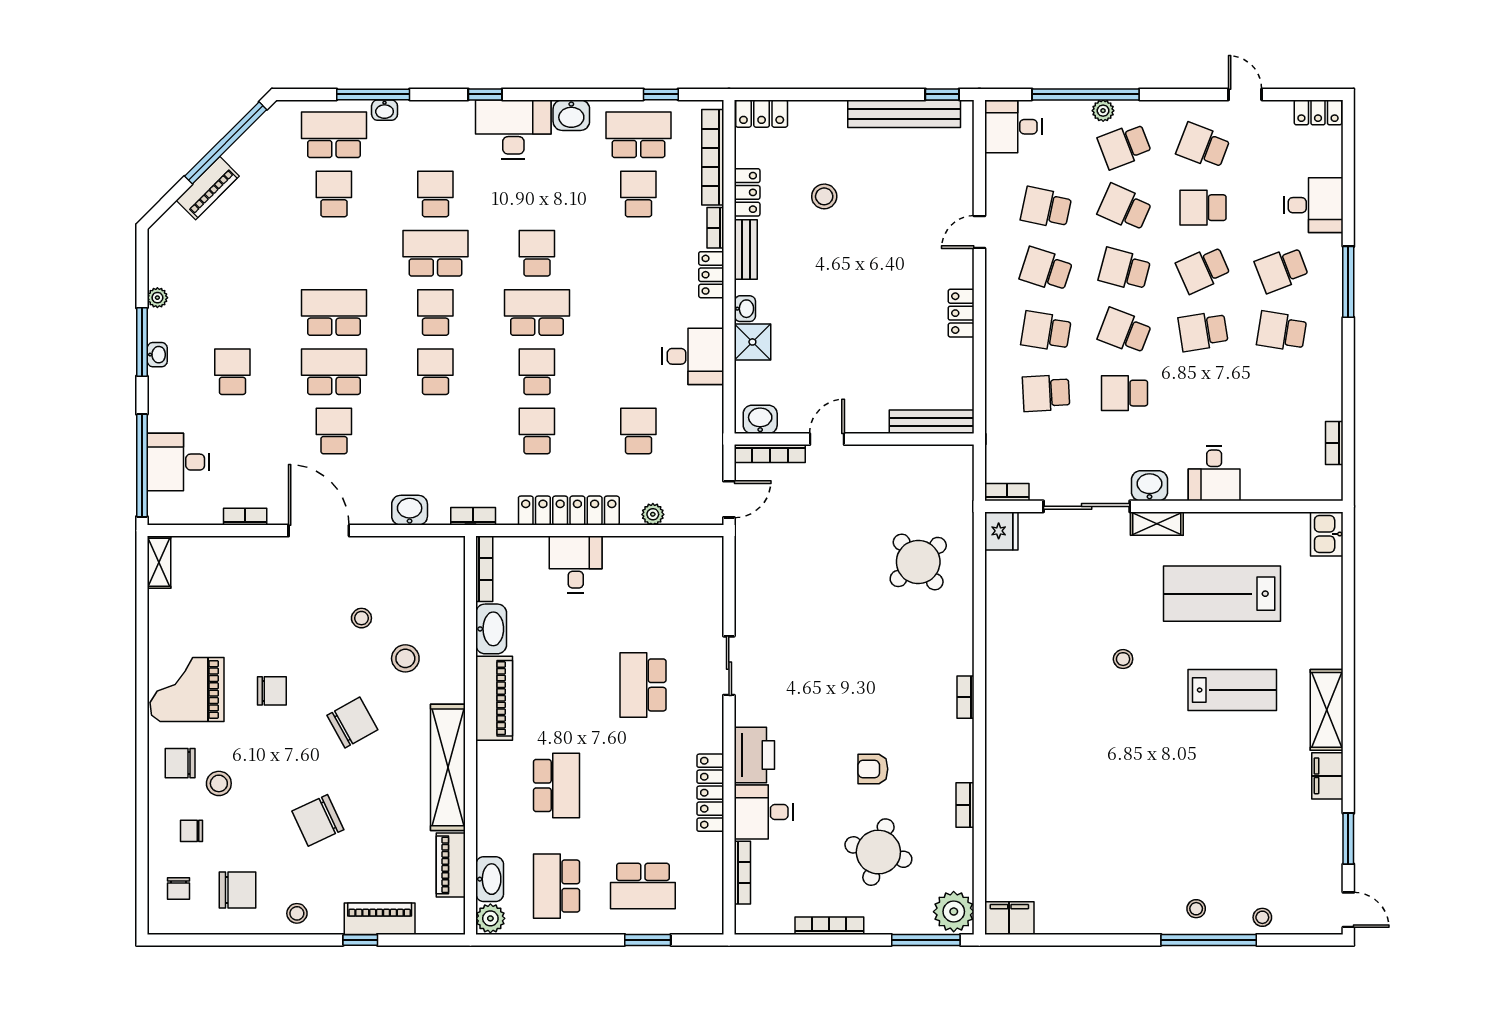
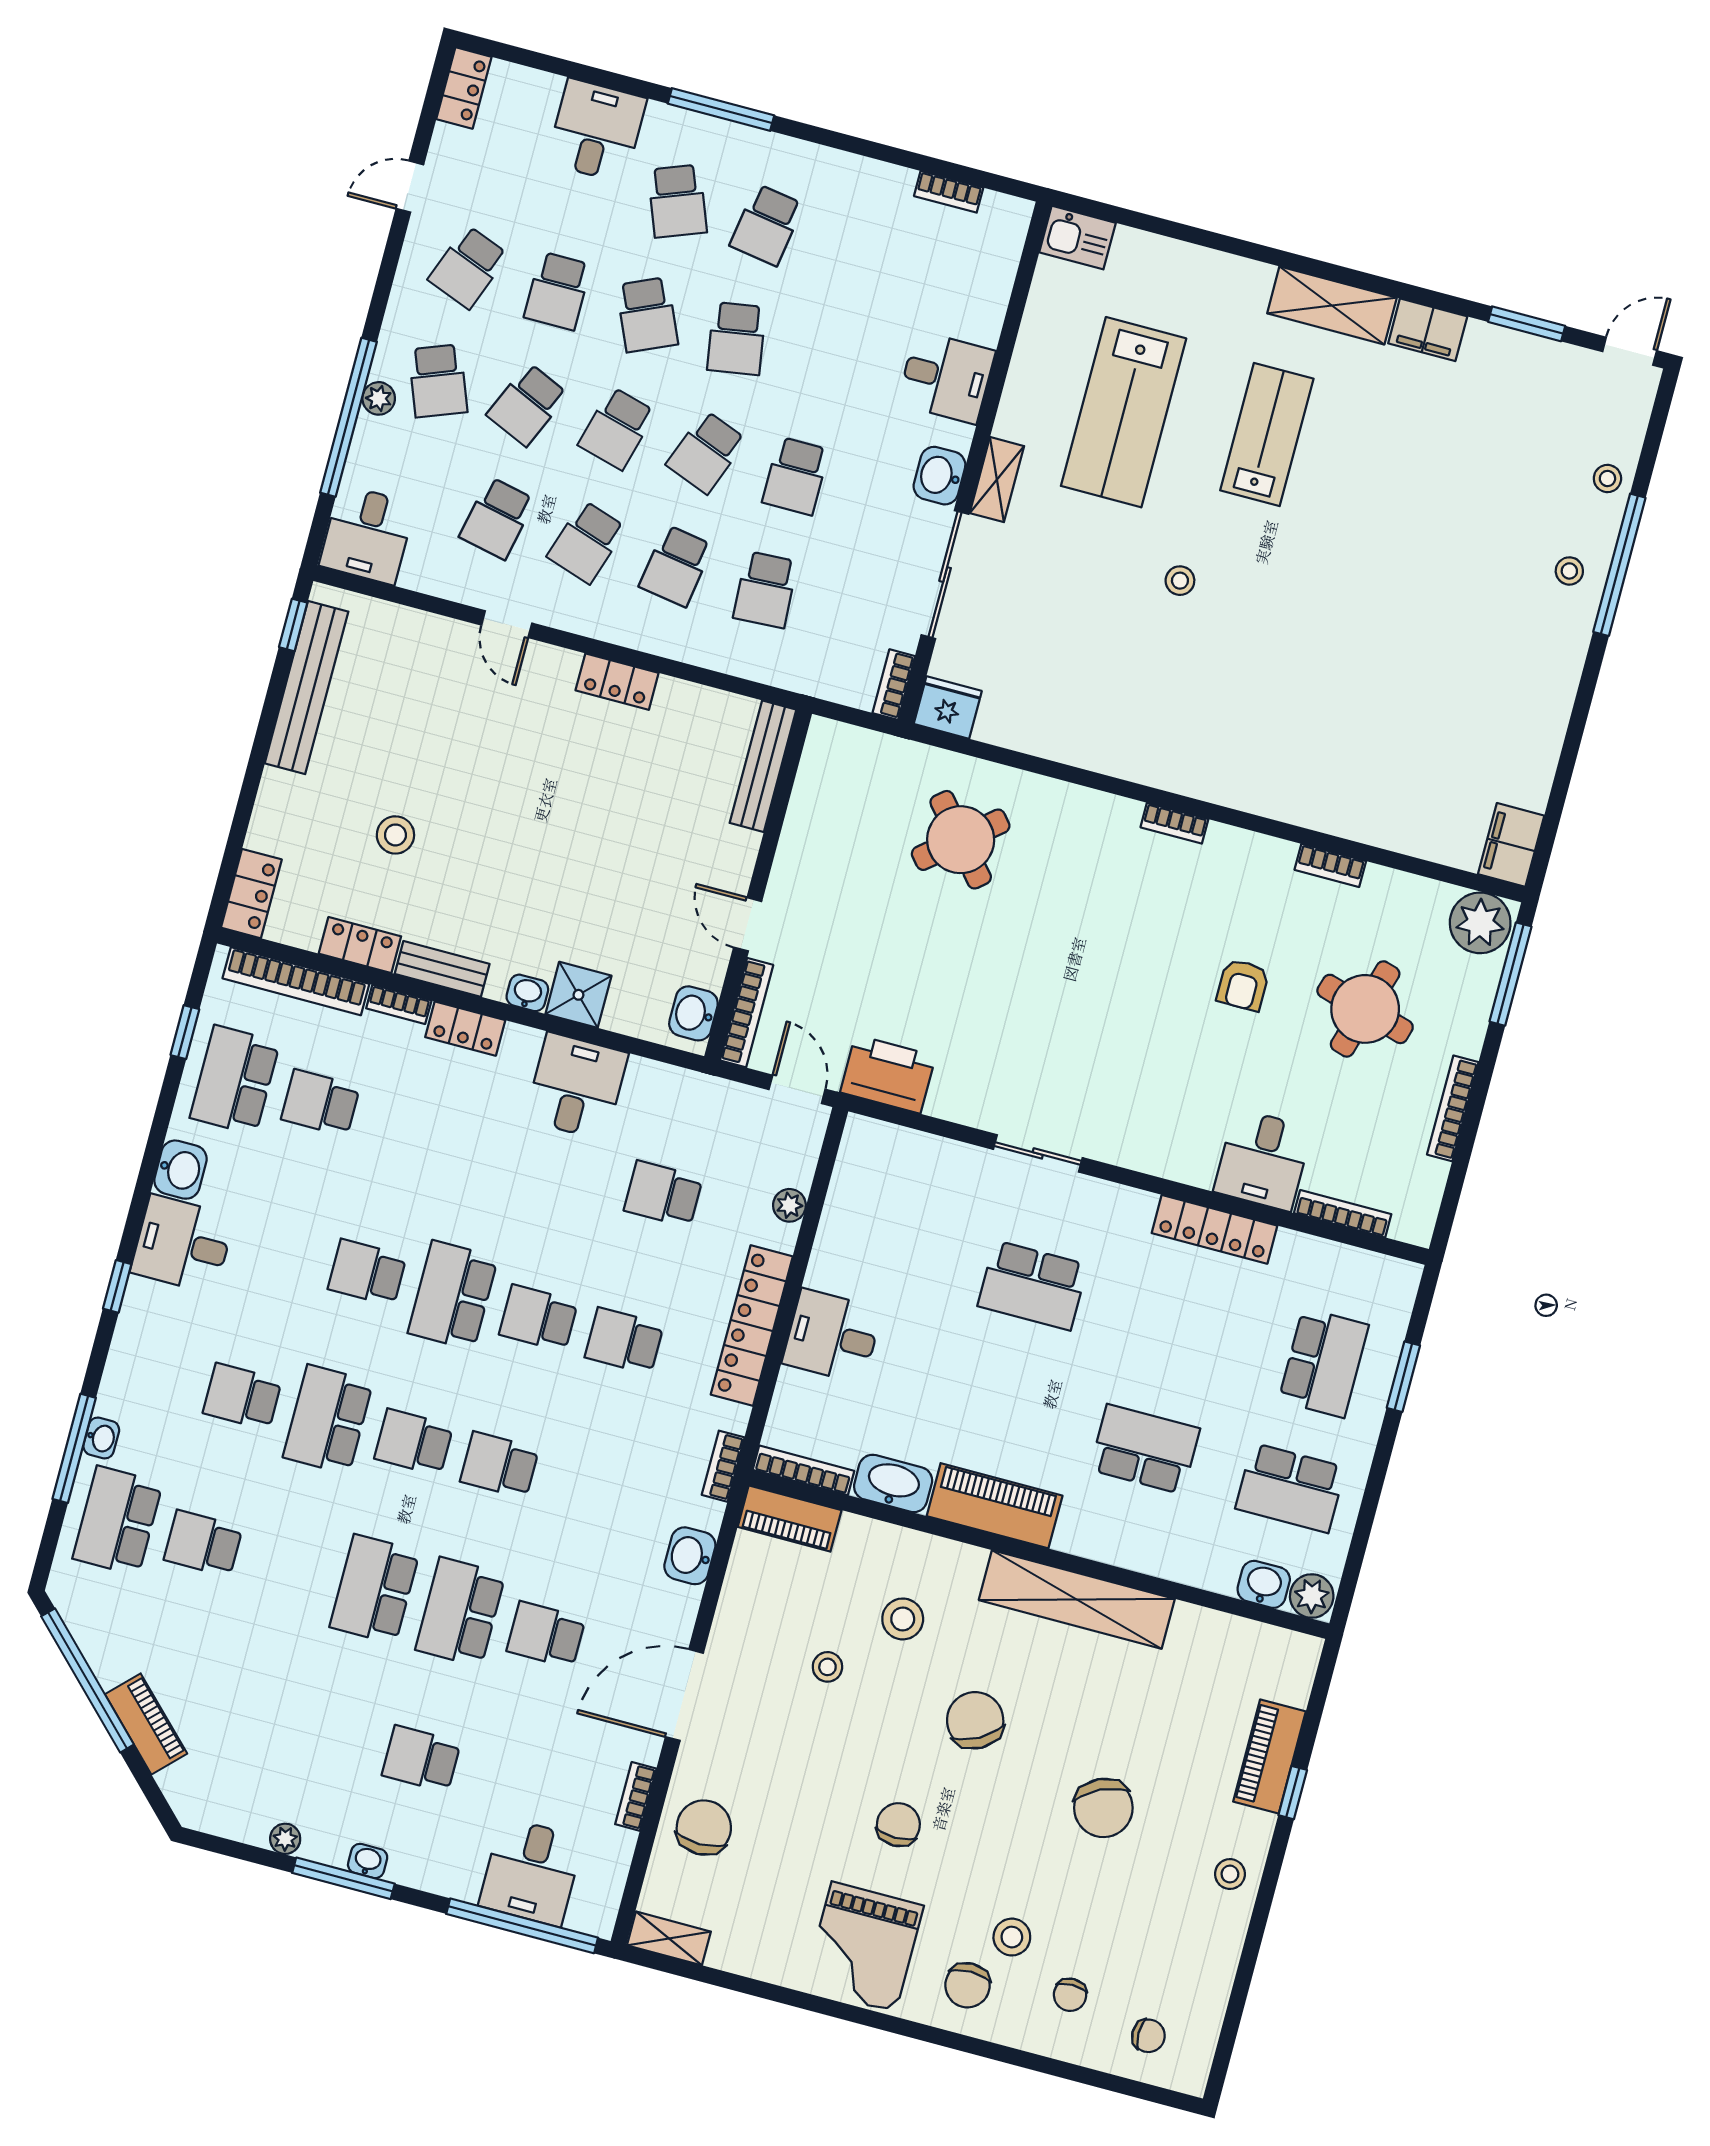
desk: (513, 129) -> (183, 1244), width x0.73
printer: (754, 755) -> (888, 1074), moved
piano: (451, 865) -> (790, 1519), moved
washbasin: (490, 879) -> (1264, 1584), width x0.72
chair: (238, 890) -> (704, 1828), moved

